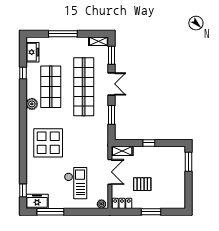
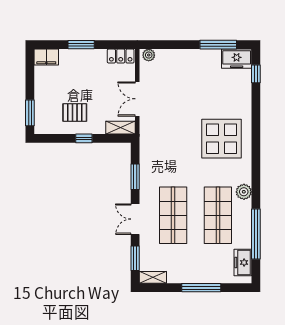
window: (23, 73) -> (256, 234), width x3.17
shop shelf: (84, 87) -> (173, 215), width x0.71
checkout: (76, 183) -> (184, 84), removed
pallet: (142, 184) -> (75, 113), moved
filing cabinet: (176, 203) -> (46, 57), added

